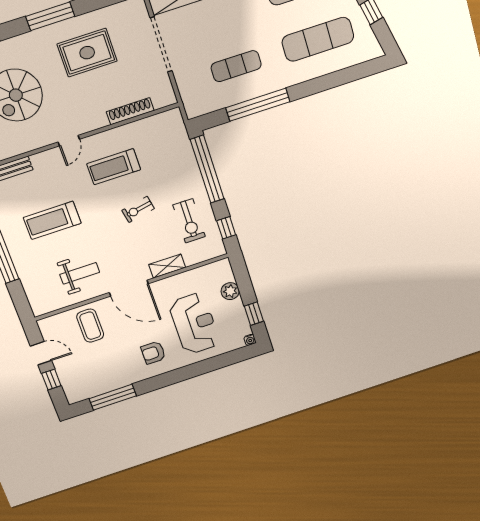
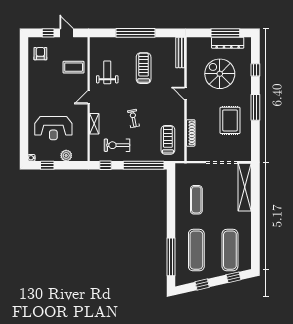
window: (258, 105) -> (171, 257), moved
treadmill: (114, 167) -> (168, 140), moved
weight bench: (80, 273) -> (107, 72), turned 180
door: (129, 288) -> (89, 97), width x0.53
door: (41, 353) -> (67, 33), swing flipped
armchair: (153, 353) -> (40, 54), moved
window: (113, 397) -> (24, 65), removed

